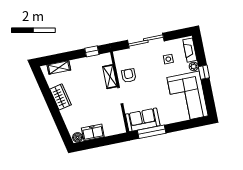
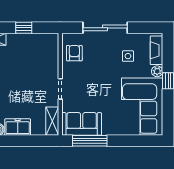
window: (92, 51) -> (24, 28), moved
armchair: (129, 76) -> (74, 53), moved
shelving: (110, 77) -> (52, 121), moved

